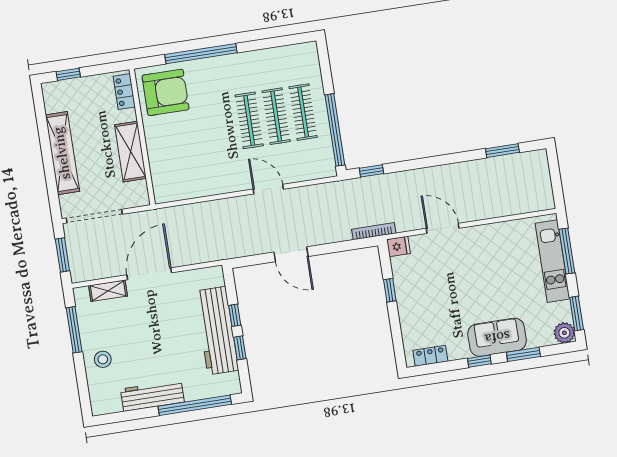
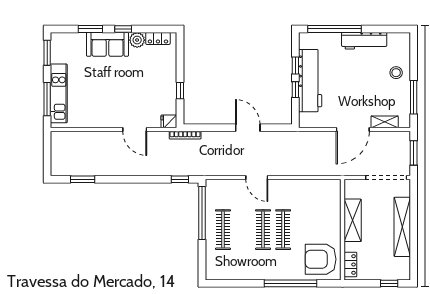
clothes rail: (276, 116) -> (283, 230), moved
plant: (564, 333) -> (137, 40), moved

